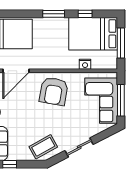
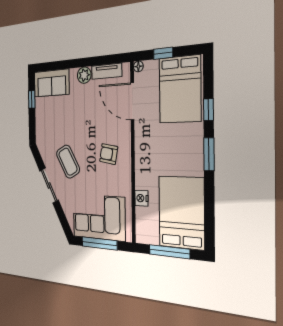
window: (85, 14) -> (209, 110), moved
armchair: (54, 91) -> (109, 154), width x0.53, depth x0.53
coffee table: (43, 147) -> (68, 162), moved

